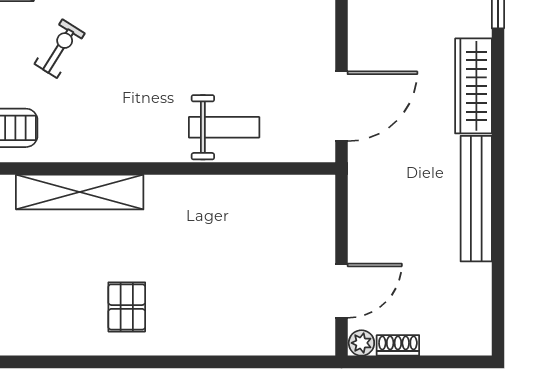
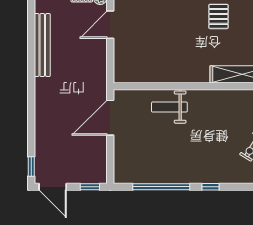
wardrobe: (473, 86) -> (44, 128), removed
bench: (476, 199) -> (42, 45), moved

